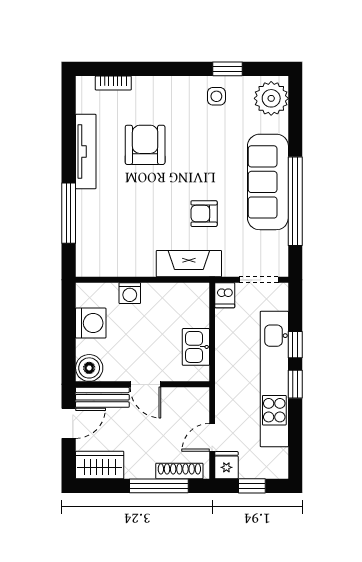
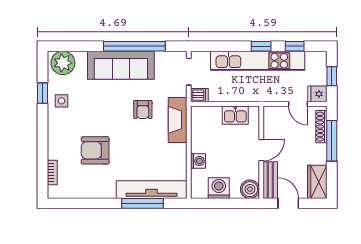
tv unit: (86, 151) -> (152, 190), moved, width x1.36, depth x1.29
window: (295, 345) -> (295, 46), moved

